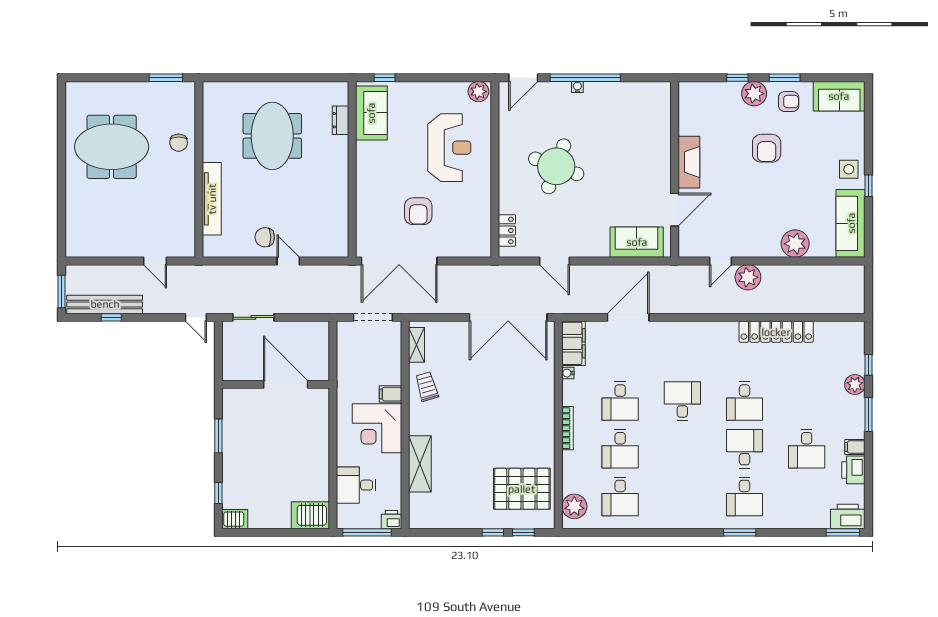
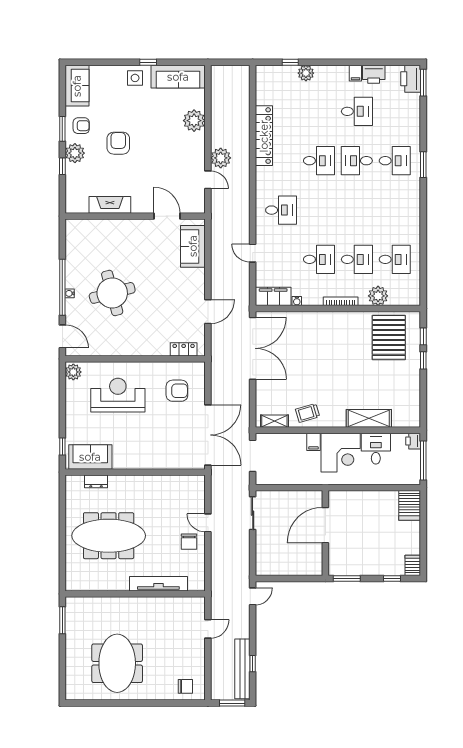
armchair: (789, 102) -> (81, 126), turned 90
meeting table: (272, 136) -> (109, 536), width x1.36
chair: (179, 143) -> (185, 686), moved
armchair: (767, 148) -> (118, 143), turned -90
fireplace: (689, 162) -> (110, 205), moved
round table: (556, 166) -> (112, 293), moved, turned -35
armchair: (418, 211) -> (177, 391), moved
door: (288, 261) -> (208, 523), hinge flipped
sliding door: (253, 317) -> (253, 513), moved
door: (628, 317) -> (253, 253), width x0.53
wall: (276, 384) -> (325, 533), moved
door: (286, 384) -> (325, 525), moved
desk: (682, 401) -> (281, 210), moved, turned 180
window: (869, 414) -> (330, 62), removed
desk: (356, 485) -> (376, 449), moved, turned 180
plant: (574, 506) -> (378, 296), moved

